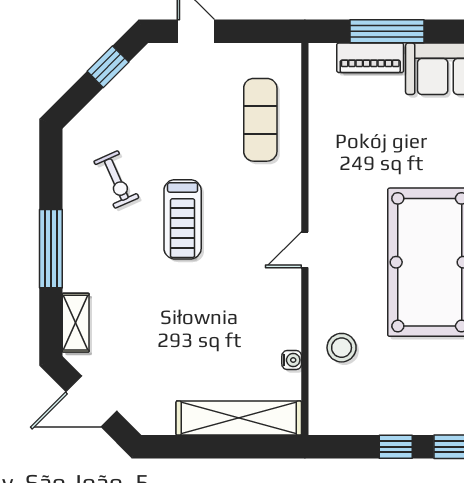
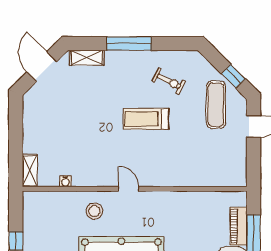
exercise mat: (260, 120) -> (216, 105), moved, turned 90
exercise bike: (116, 180) -> (169, 81), turned -129
stool: (342, 348) -> (94, 211), moved
shelving: (239, 418) -> (30, 171), width x0.45, depth x0.75

